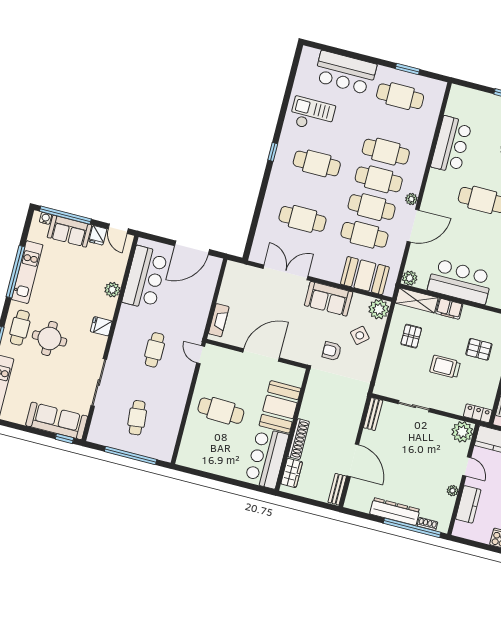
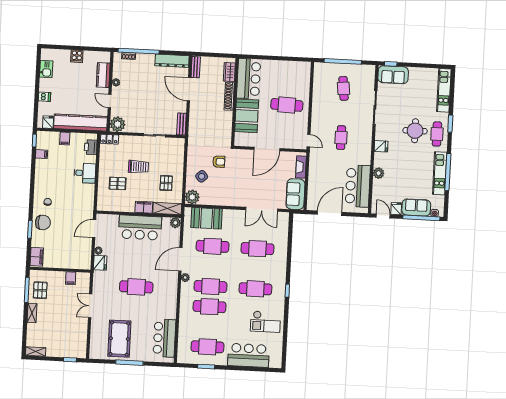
bar counter: (451, 145) -> (164, 338), moved
cafe table: (372, 207) -> (212, 266), removed
sofa: (329, 299) -> (295, 194), moved, turned -90
sofa: (57, 421) -> (393, 75), width x0.73
dresser: (395, 512) -> (172, 61), moved

